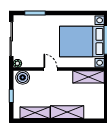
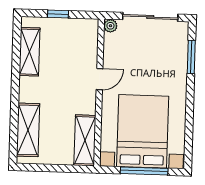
boiler: (23, 77) -> (87, 33), removed
shelving: (67, 112) -> (28, 130), moved

